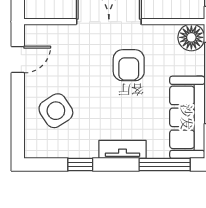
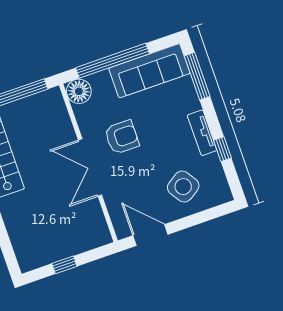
door: (18, 60) -> (150, 235), width x1.38
tv unit: (122, 149) -> (202, 133), moved

